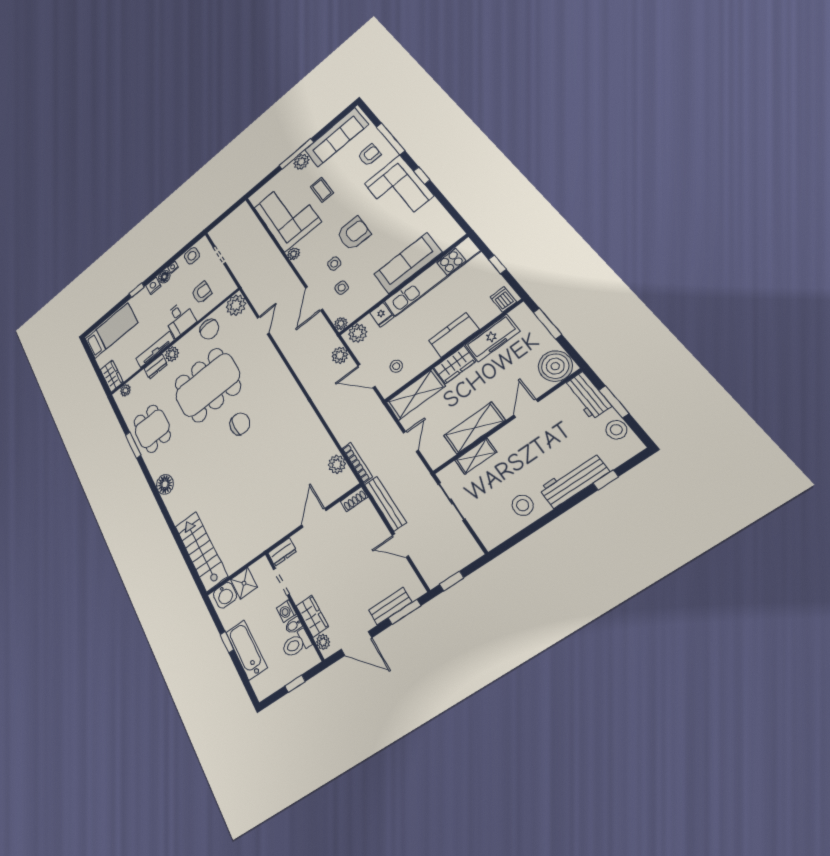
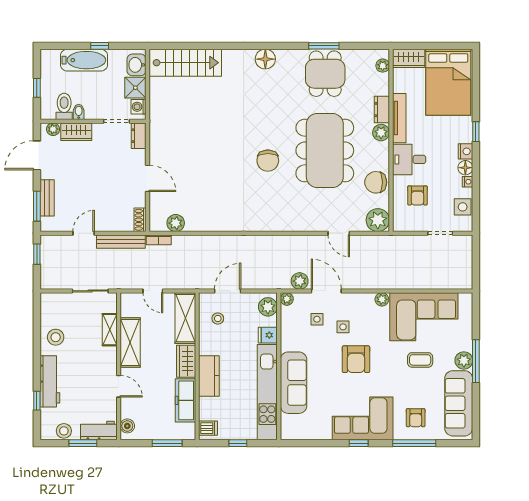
bed: (111, 331) -> (448, 82), width x1.50
plant: (340, 355) -> (300, 281), moved
boiler: (555, 366) -> (127, 426), width x0.54, depth x0.54
dining table: (152, 429) -> (325, 74), turned 90
bookcase: (357, 463) -> (159, 240), width x0.64
washing machine: (286, 611) -> (139, 107), moved, turned -90

